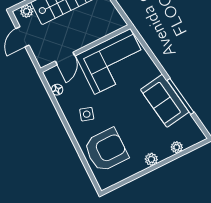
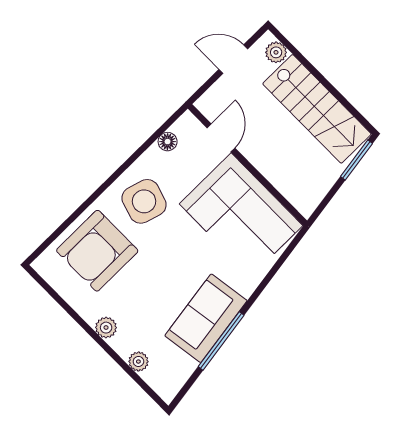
door: (65, 59) -> (221, 138), swing flipped
side table: (87, 114) -> (144, 201), width x1.87, depth x1.87
armchair: (106, 150) -> (97, 251), turned 90

